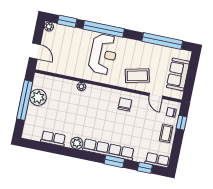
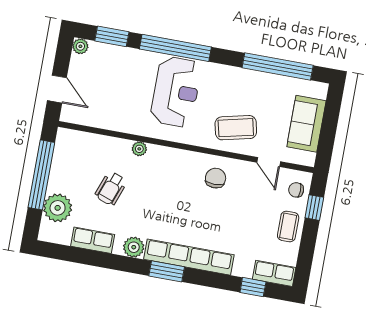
plant: (38, 97) -> (58, 208), moved
wheelchair: (64, 109) -> (111, 188), added
window: (114, 161) -> (167, 271), moved

